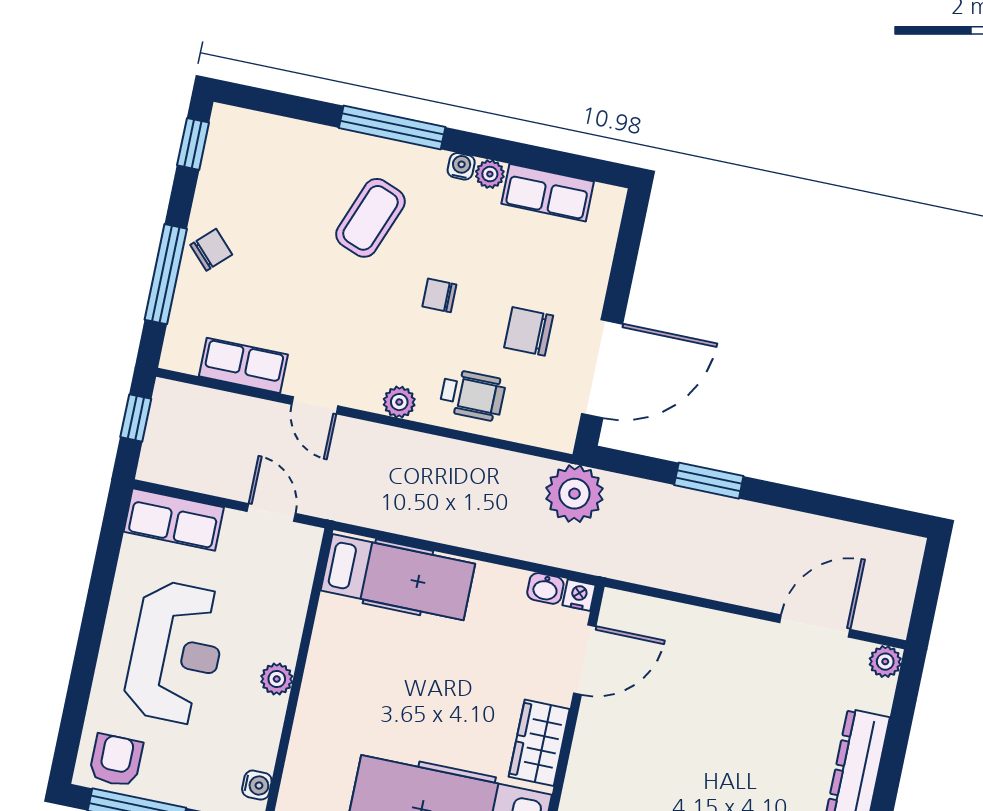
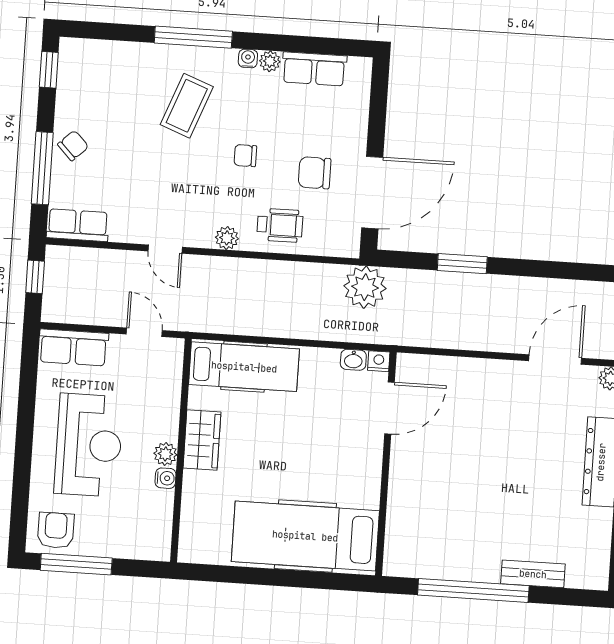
row of seats: (243, 365) -> (78, 225), moved
wardrobe: (539, 743) -> (202, 440), moved, turned 180
water cooler: (257, 785) -> (166, 478), moved

